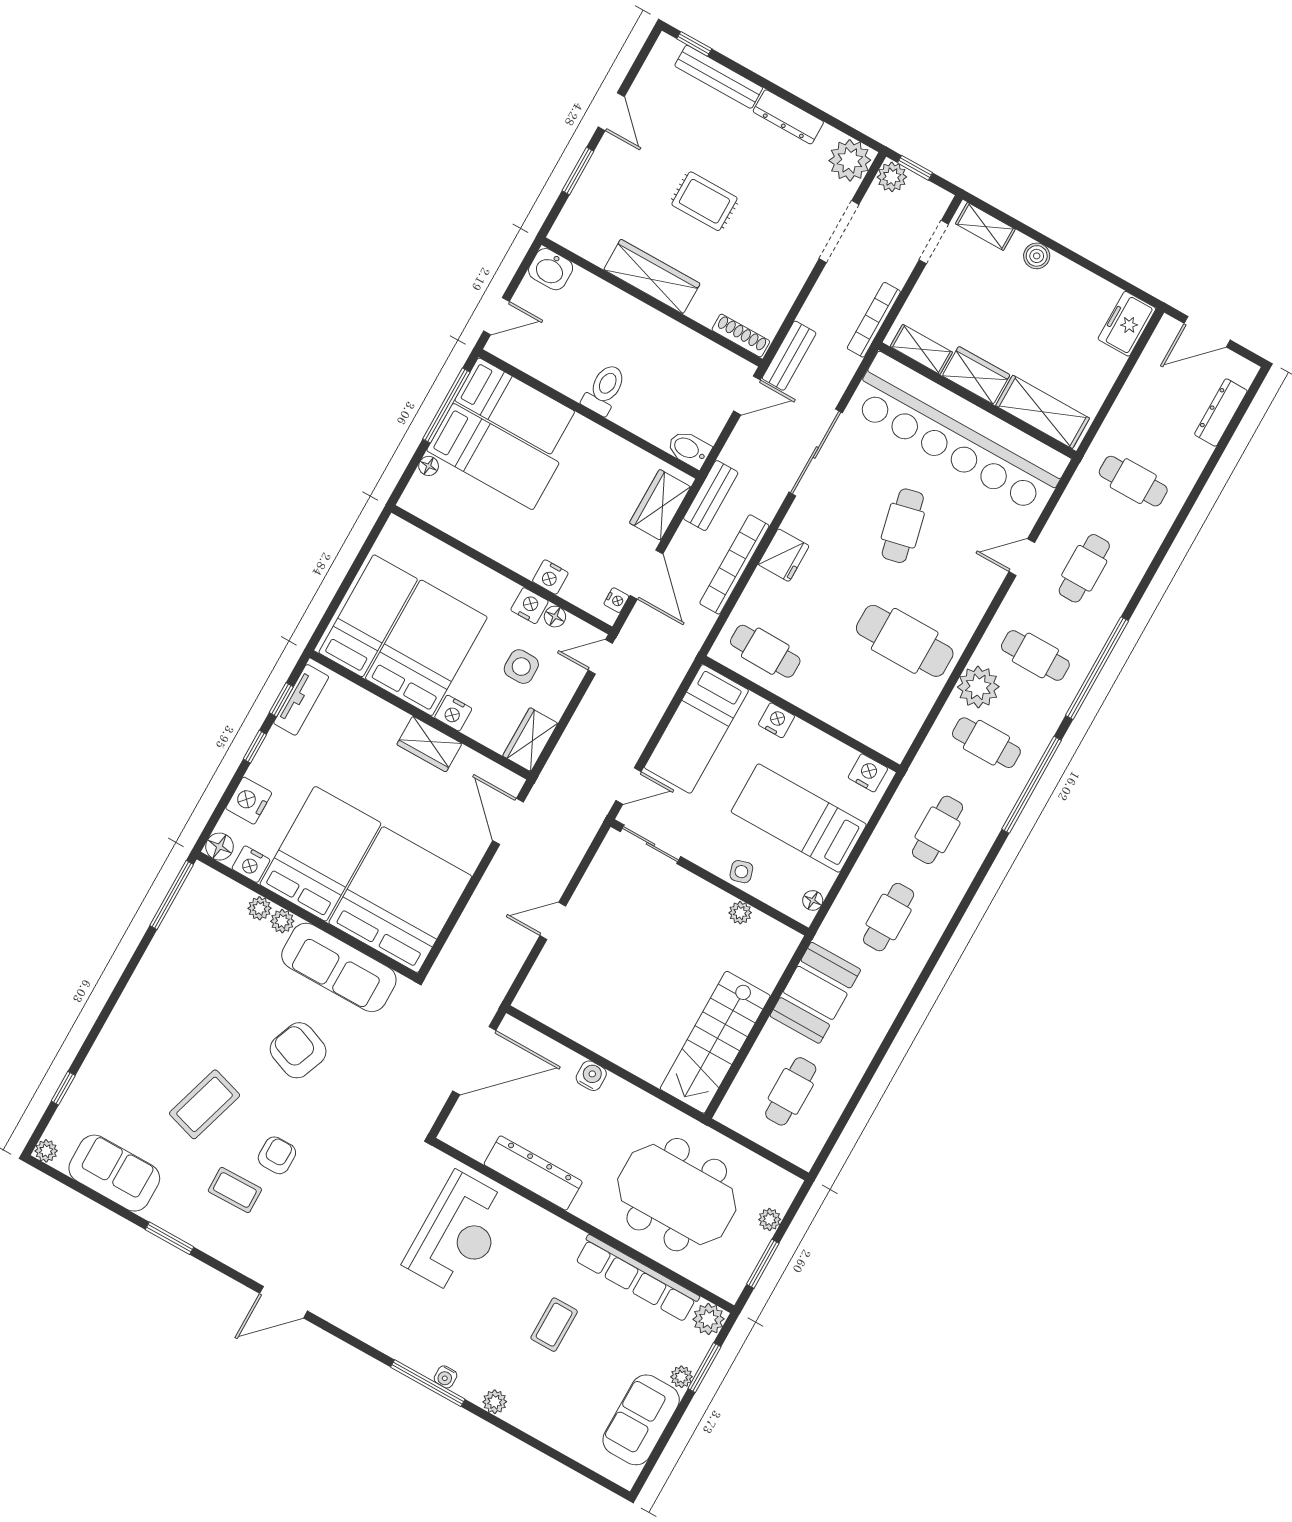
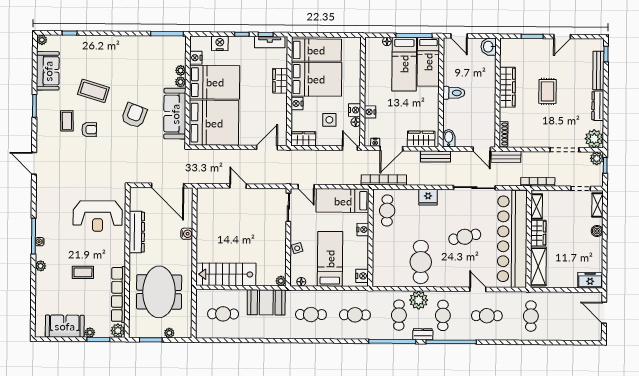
dresser: (1221, 413) -> (423, 334), moved, width x0.70
bookcase: (734, 564) -> (384, 180), moved
wardrobe: (429, 744) -> (280, 81), moved
floor lamp: (219, 847) -> (196, 42), removed
plant: (740, 913) -> (281, 281), moved

